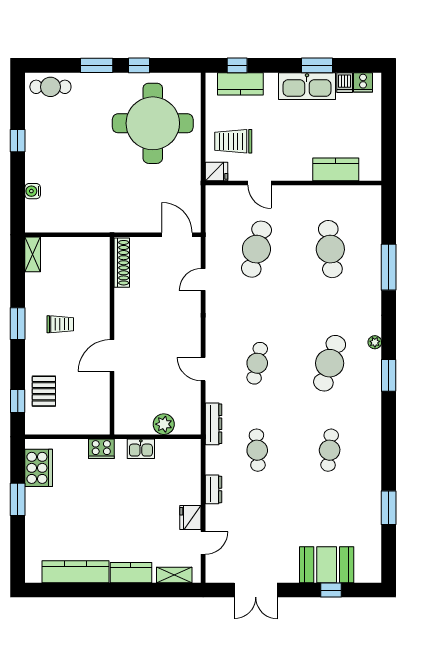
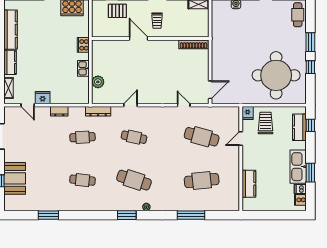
shoe rack: (122, 263) -> (194, 44), moved
wall: (112, 336) -> (150, 38), moved
door: (112, 356) -> (139, 38), moved

